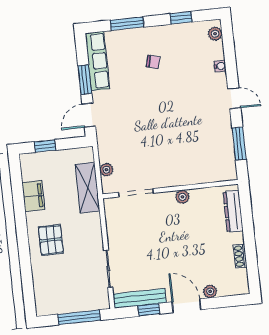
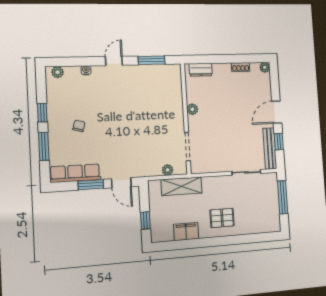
window: (181, 18) -> (42, 113), moved
dresser: (233, 211) -> (201, 70), width x0.70
plant: (210, 291) -> (265, 67), moved

